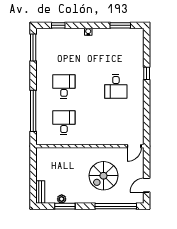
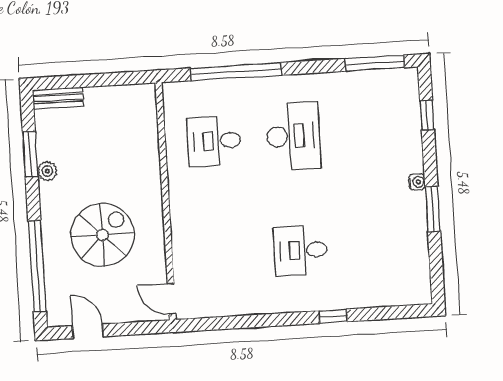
window: (120, 25) -> (433, 209), moved
desk: (64, 86) -> (293, 136), width x1.37
desk: (64, 123) -> (214, 141), turned 180
spiral stairs: (103, 176) -> (102, 235), turned 90
plant: (62, 199) -> (47, 171), moved

